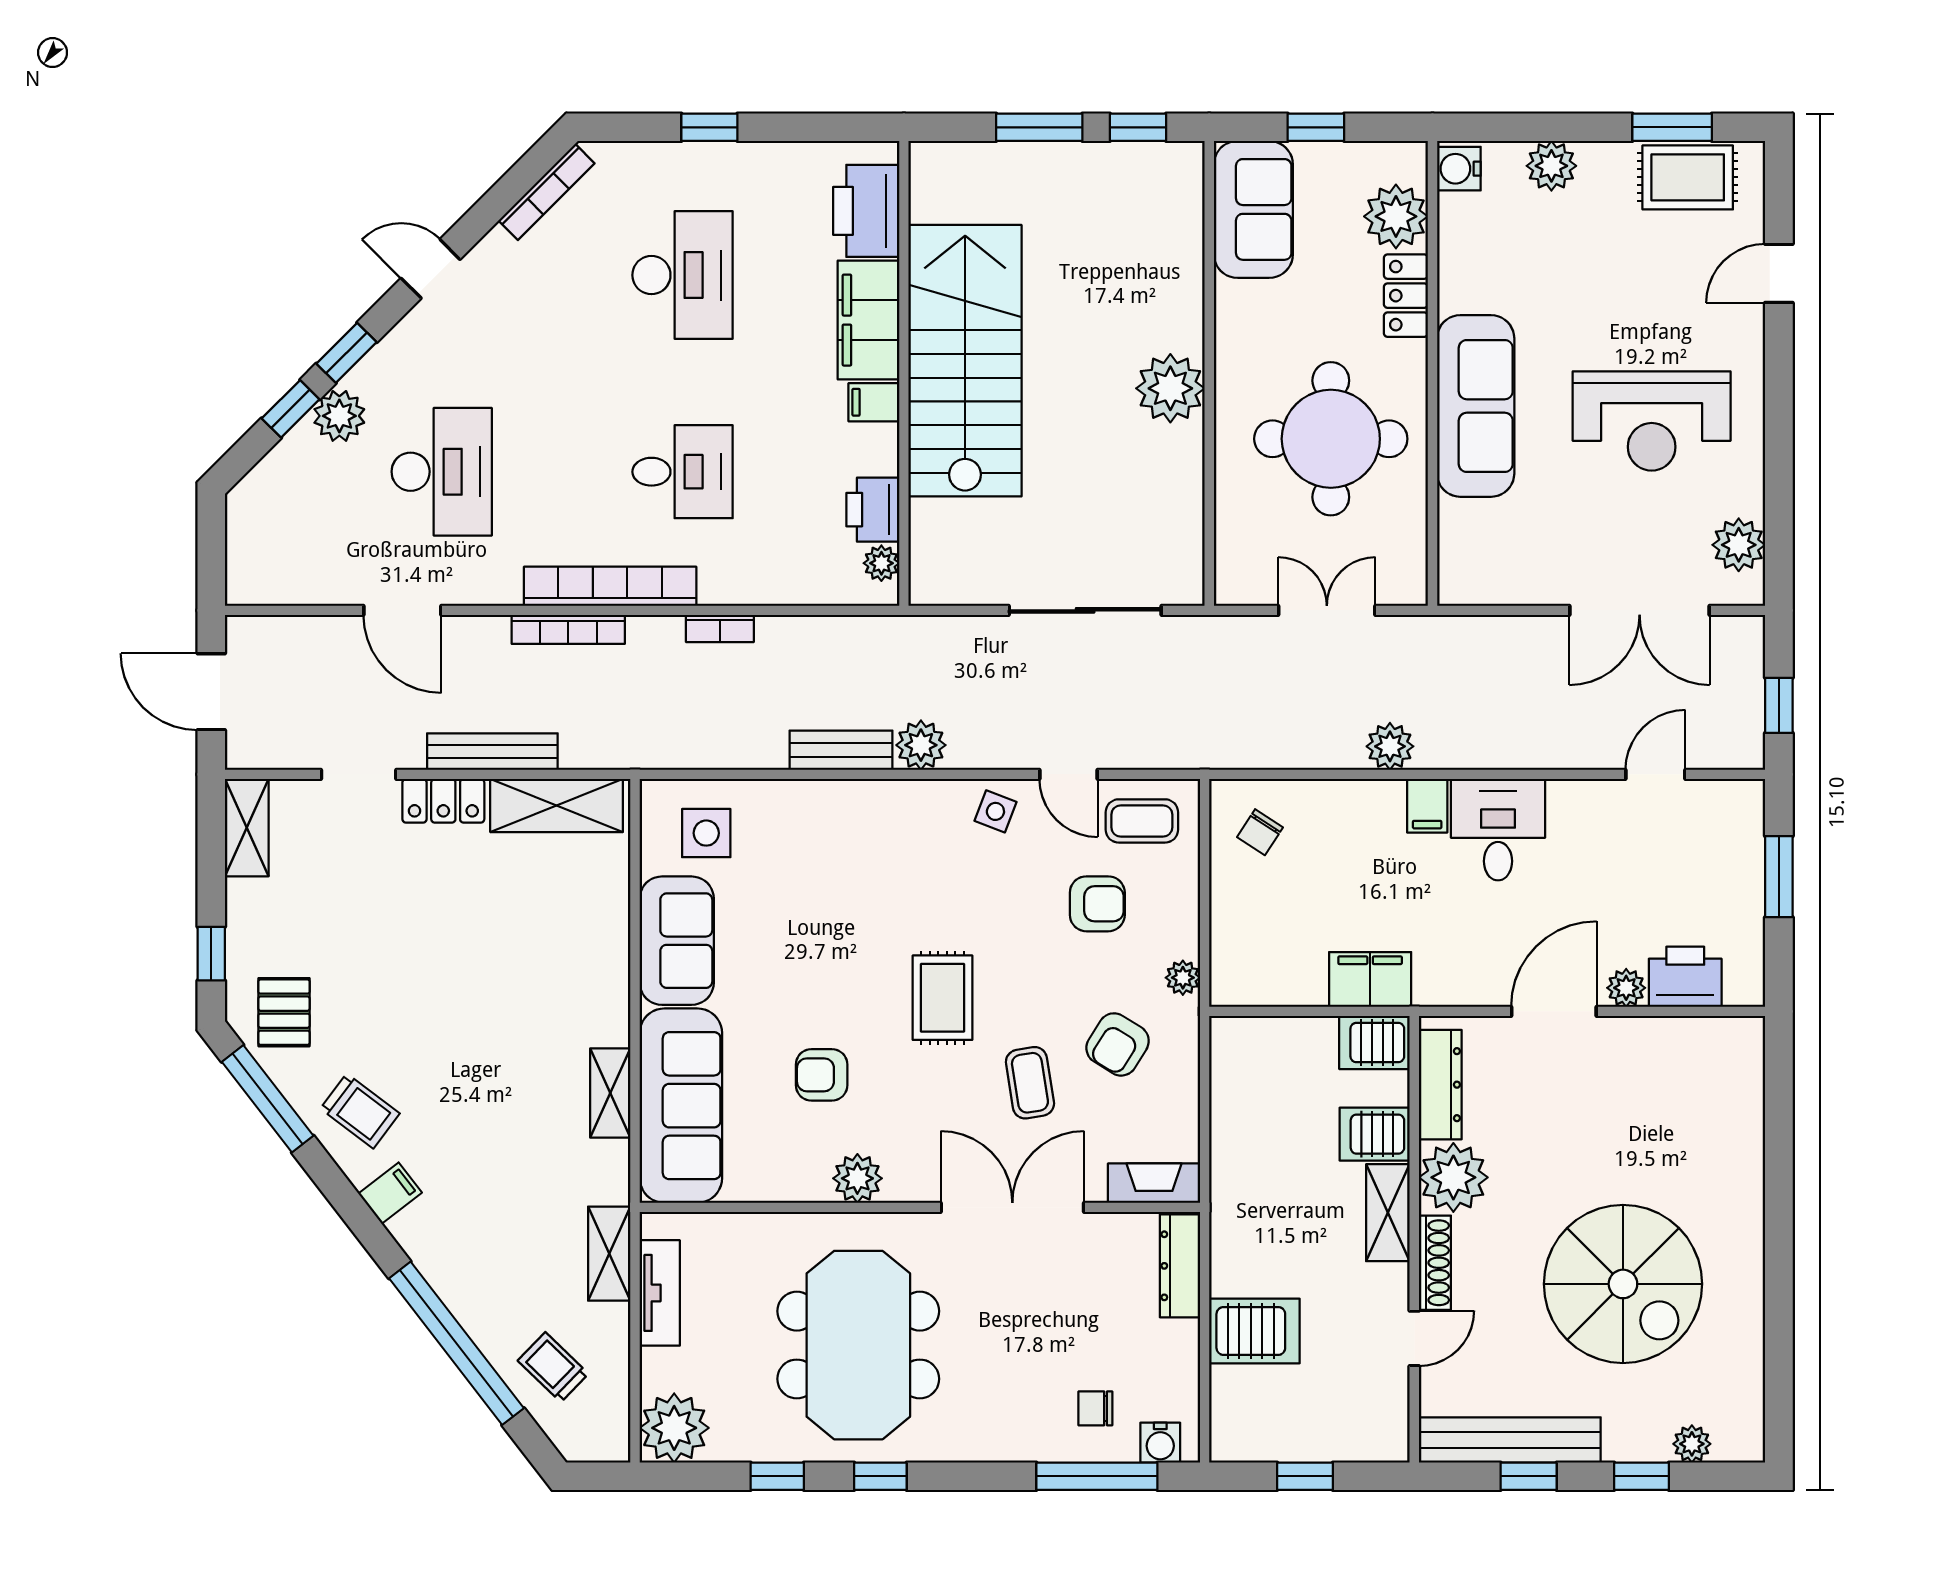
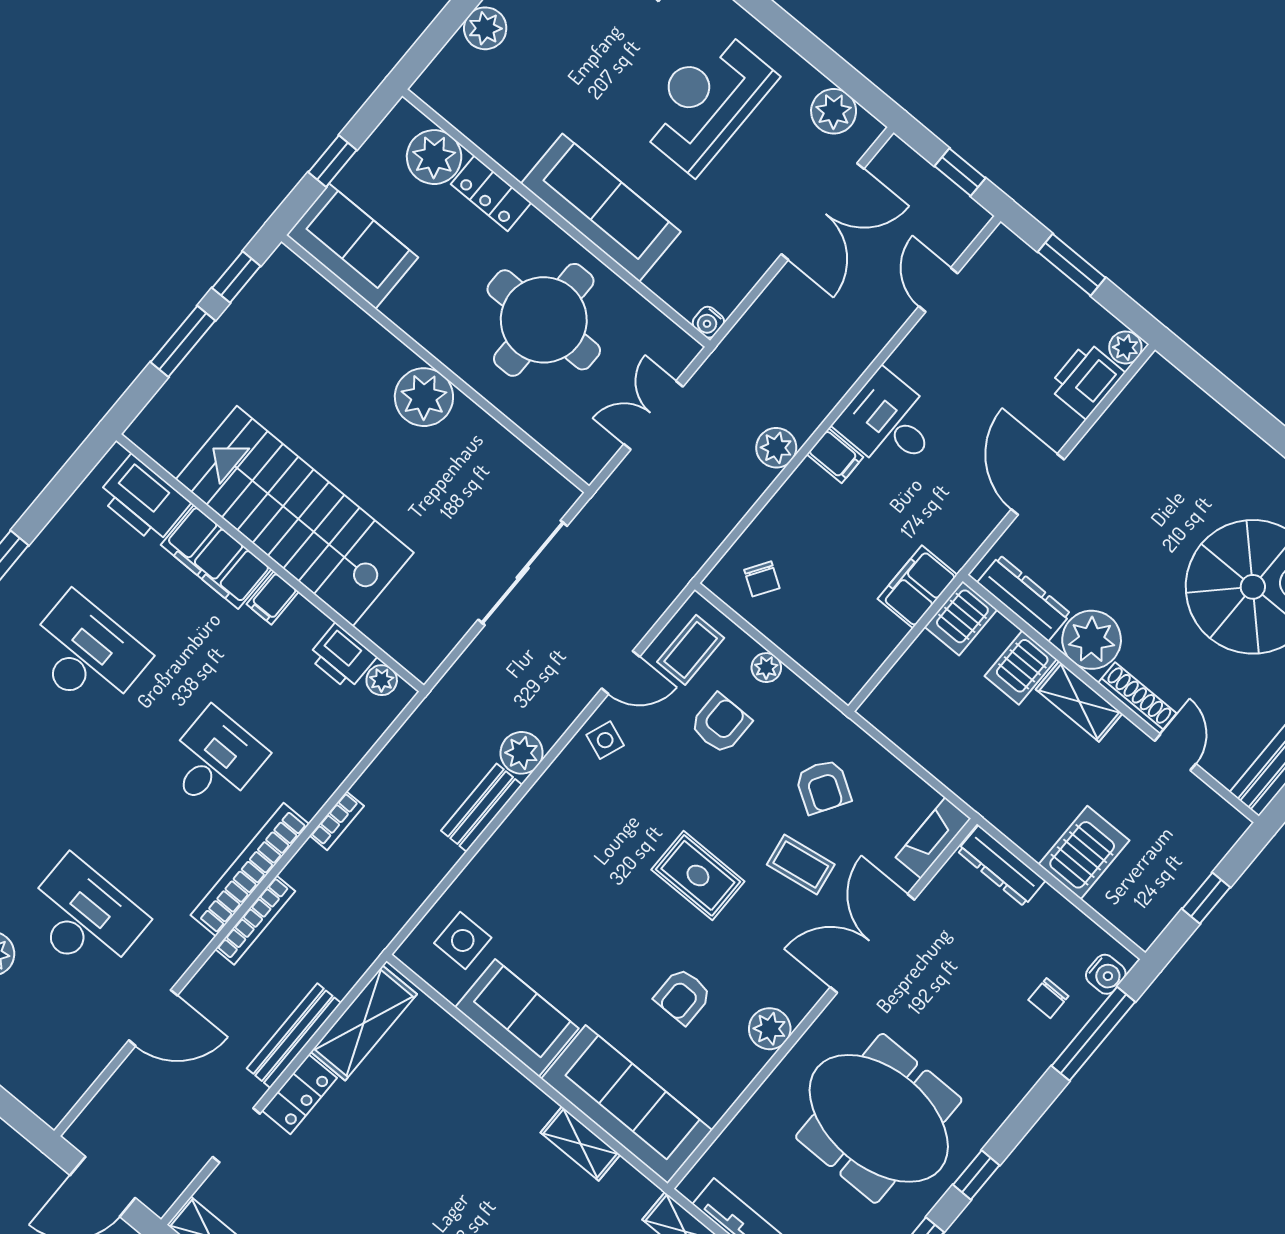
water cooler: (1459, 169) -> (708, 322), moved, width x0.72, depth x0.72
reception desk: (1652, 421) -> (706, 101), turned 180
plant: (1183, 978) -> (766, 668), moved
plant: (1626, 988) -> (1125, 347), moved

